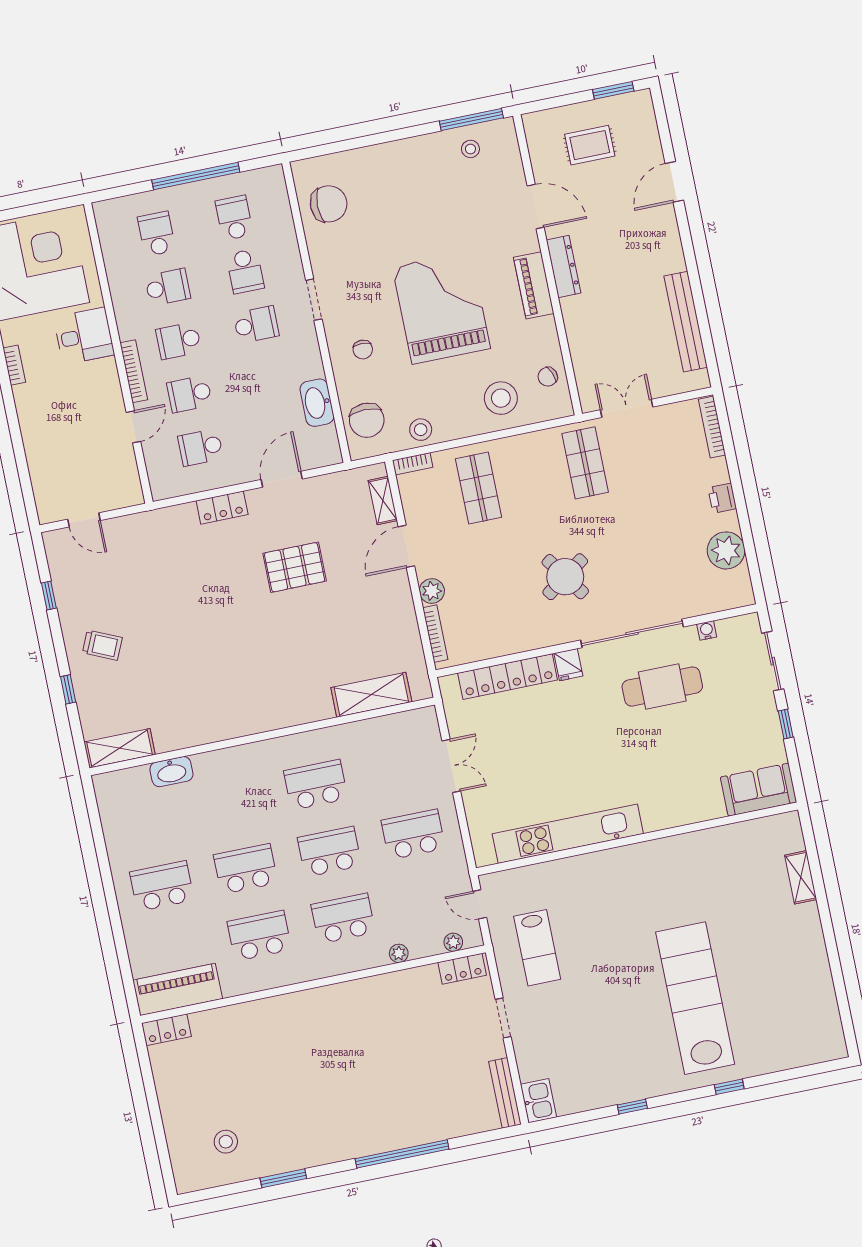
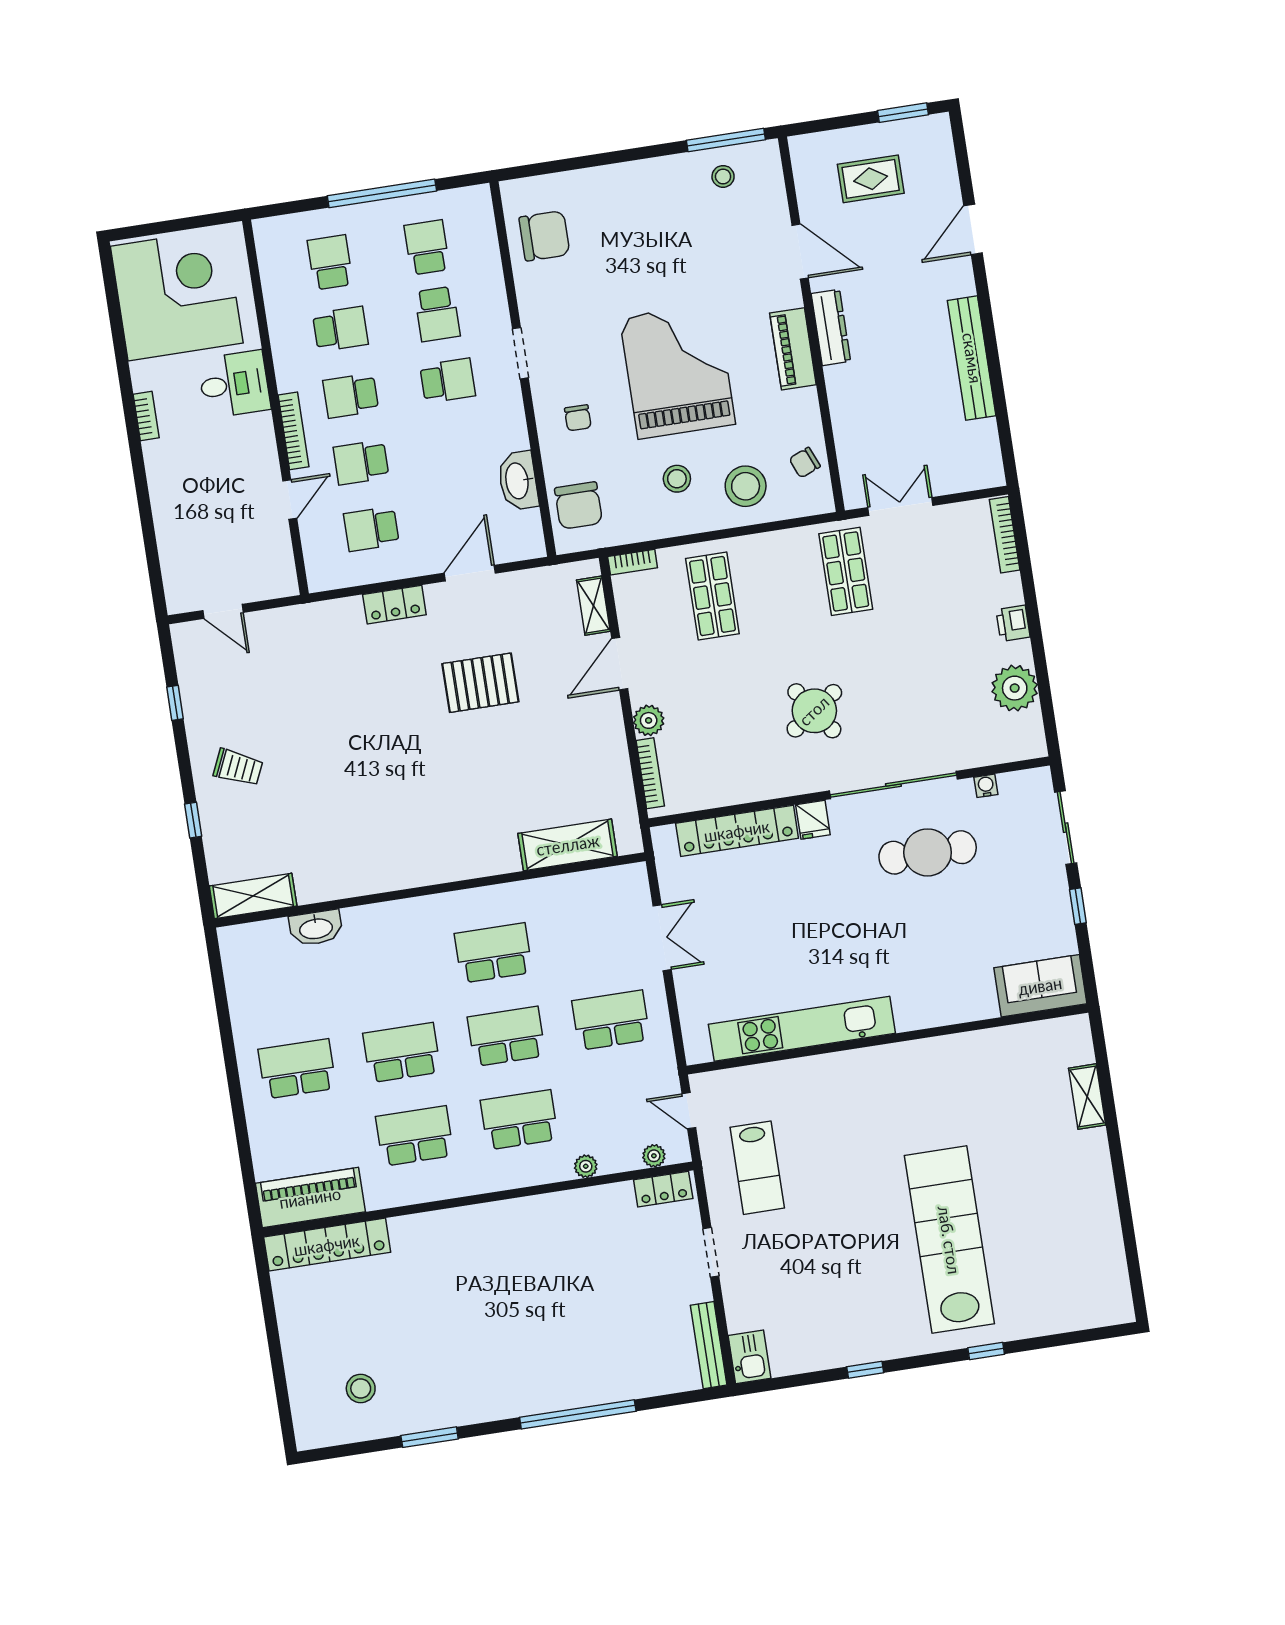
bench: (686, 322) -> (972, 358), moved
stool: (421, 430) -> (677, 479), moved
locker: (166, 1030) -> (327, 1245), width x2.16, depth x1.21

